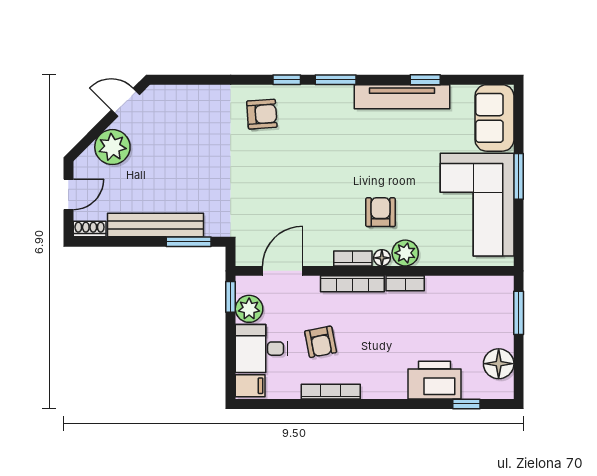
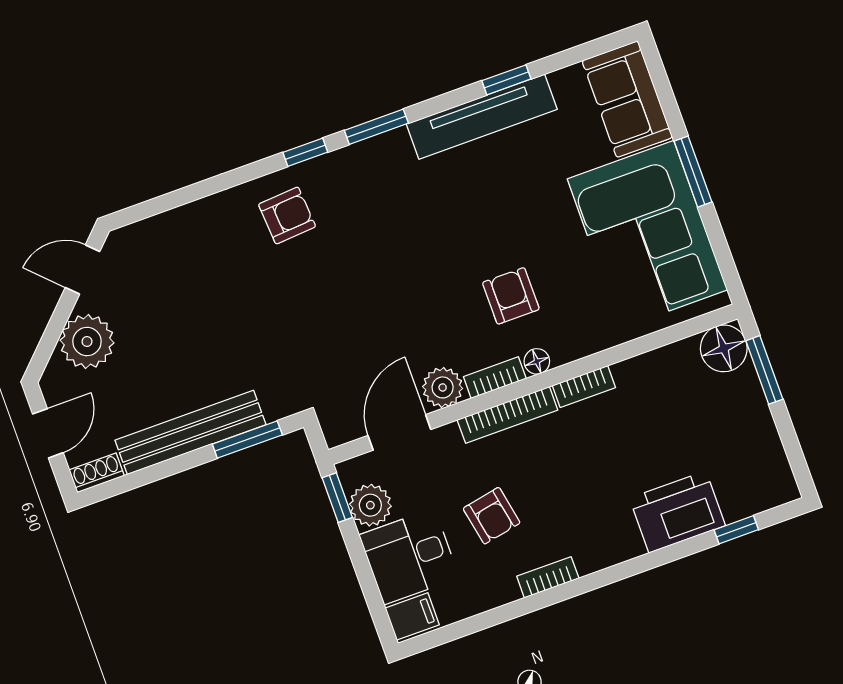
plant: (405, 253) -> (443, 387), moved
floor lamp: (499, 364) -> (724, 348), moved
bookcase: (331, 392) -> (548, 577), width x0.64

